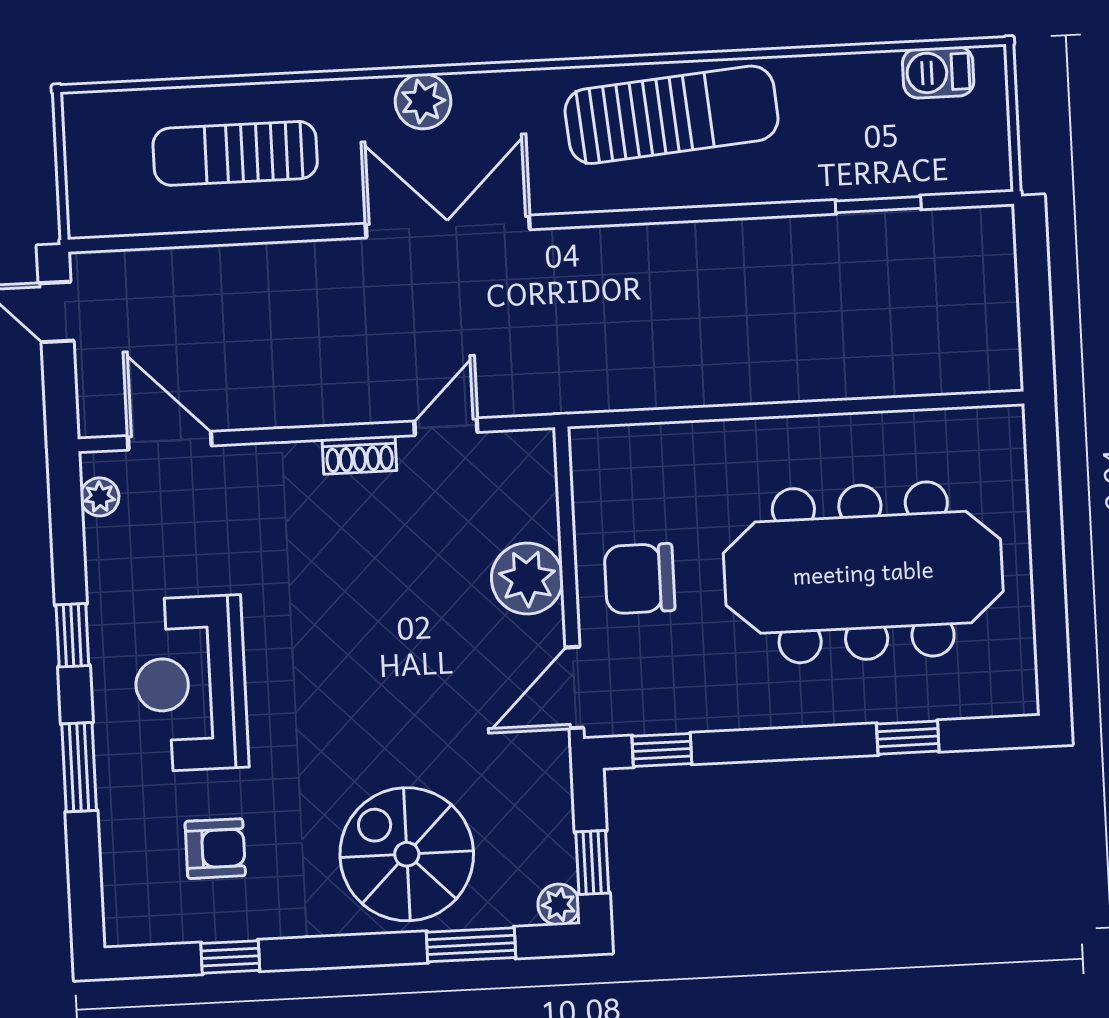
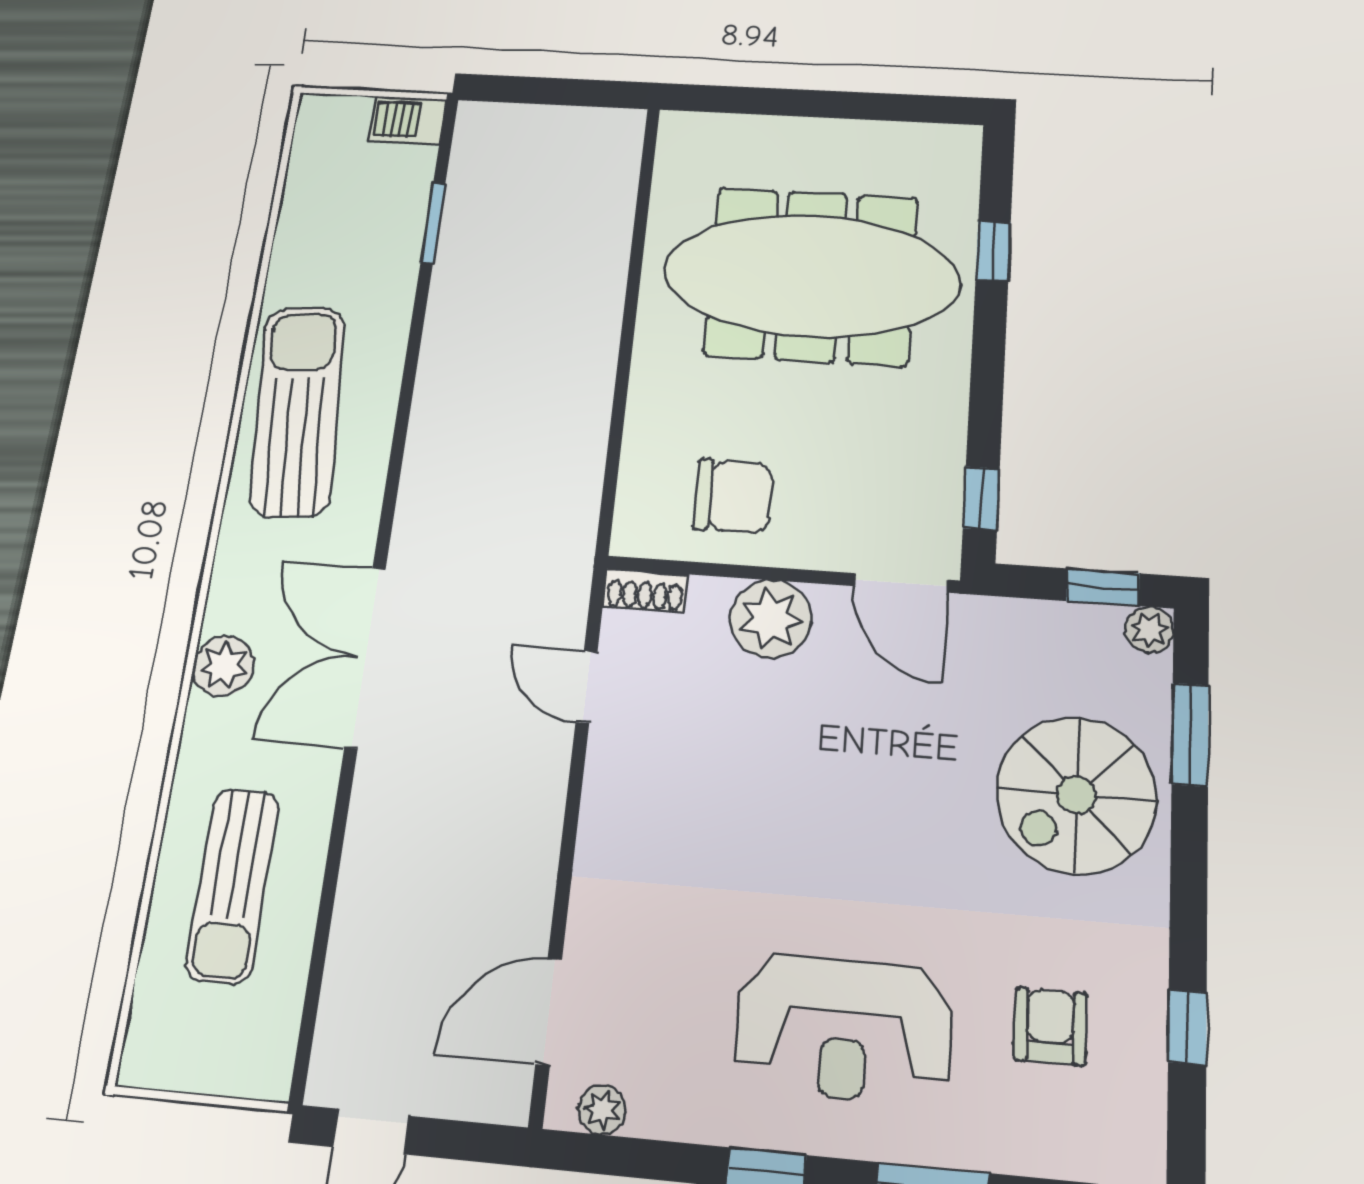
barbecue: (938, 72) -> (408, 120), moved, turned 90
shoe rack: (359, 455) -> (645, 590), moved, turned 90
meeting table: (863, 572) -> (812, 276), turned 90
chair: (640, 579) -> (733, 496), moved, turned -90

